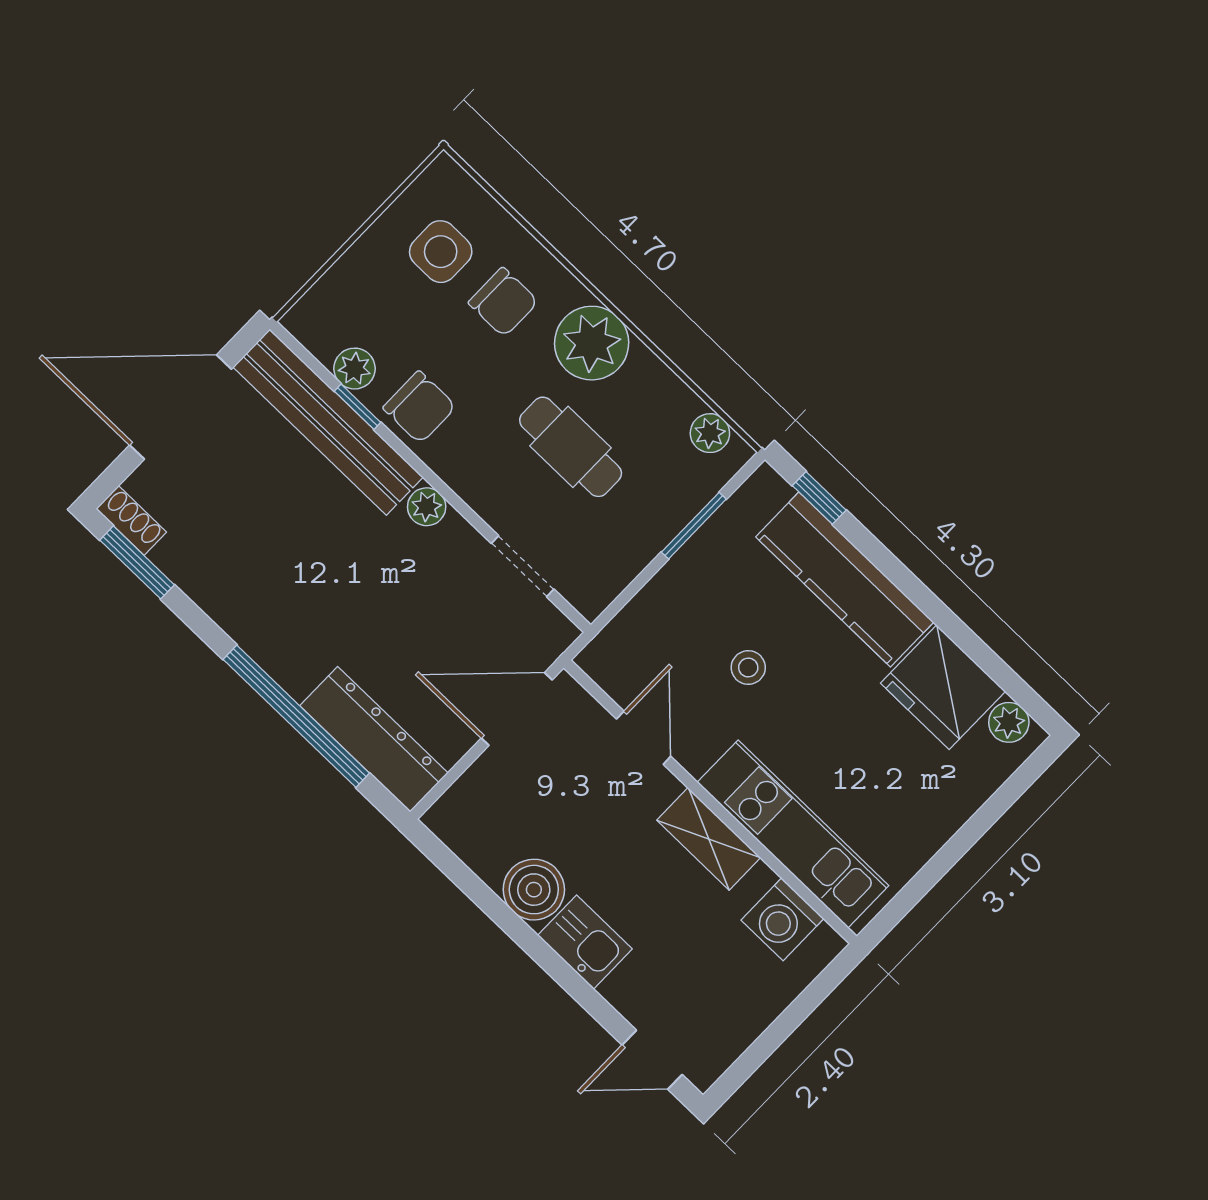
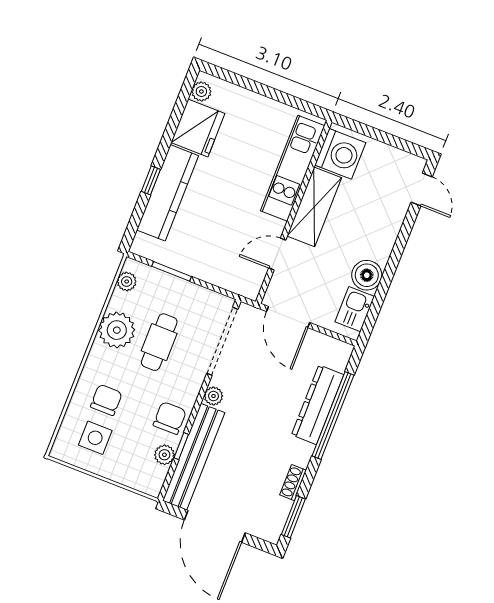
plant: (592, 343) -> (117, 330), moved
window: (819, 498) -> (151, 180), moved
shoe rack: (131, 520) -> (293, 483), moved
doorway: (523, 566) -> (222, 341), width x1.88
stool: (748, 668) -> (226, 220), removed
dresser: (374, 739) -> (318, 405), moved
shelving: (709, 839) -> (314, 207), width x1.50, depth x1.33
washing machine: (782, 919) -> (340, 154), width x1.37, depth x1.37
kitchen sink: (585, 942) -> (355, 309), moved

